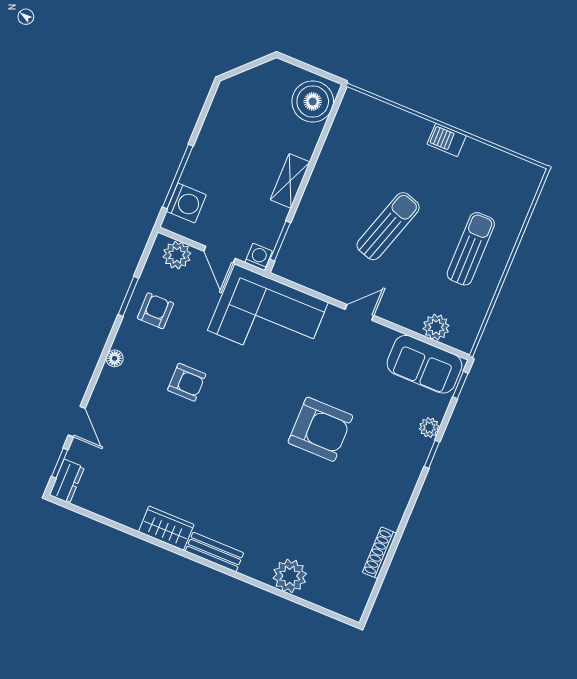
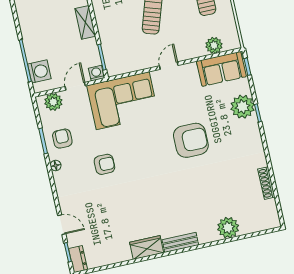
door: (219, 255) -> (75, 86), swing flipped
floor lamp: (115, 358) -> (56, 165), moved
plant: (429, 427) -> (243, 107), width x1.88, depth x1.88

